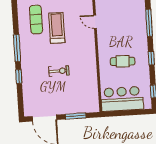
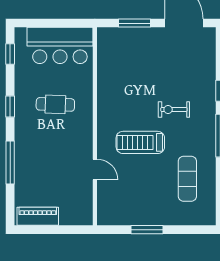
treadmill: (57, 28) -> (140, 142), moved, turned 90
exercise bike: (59, 71) -> (174, 109), moved

